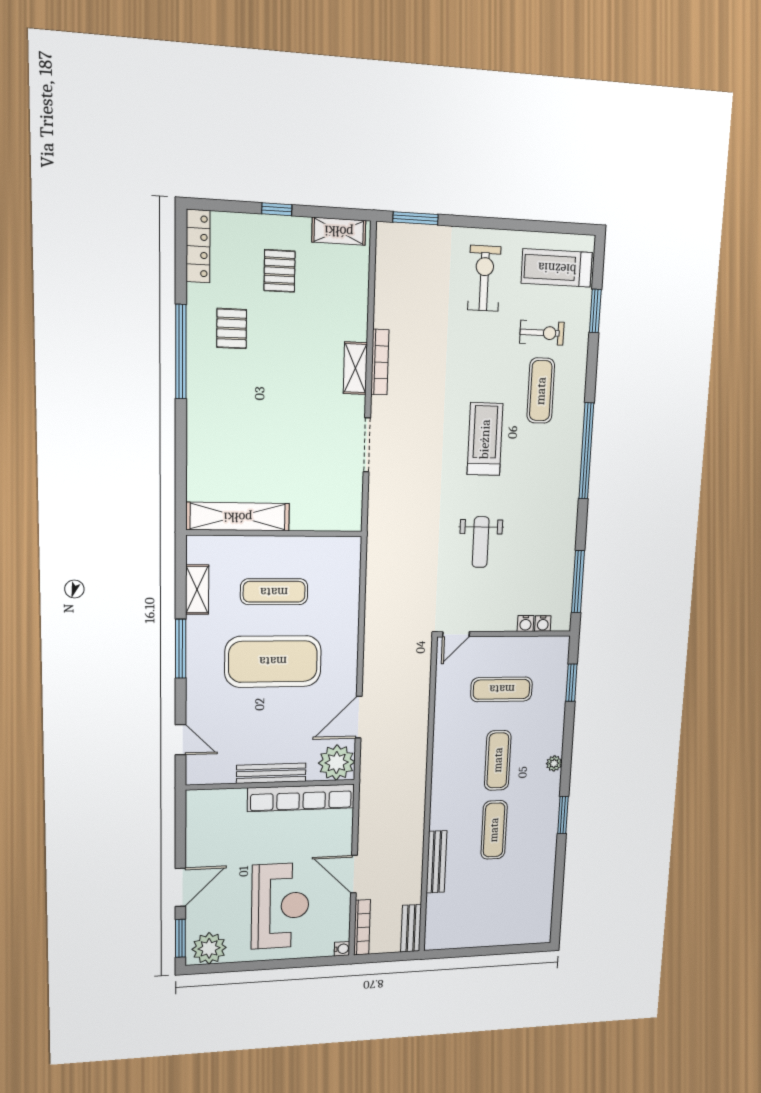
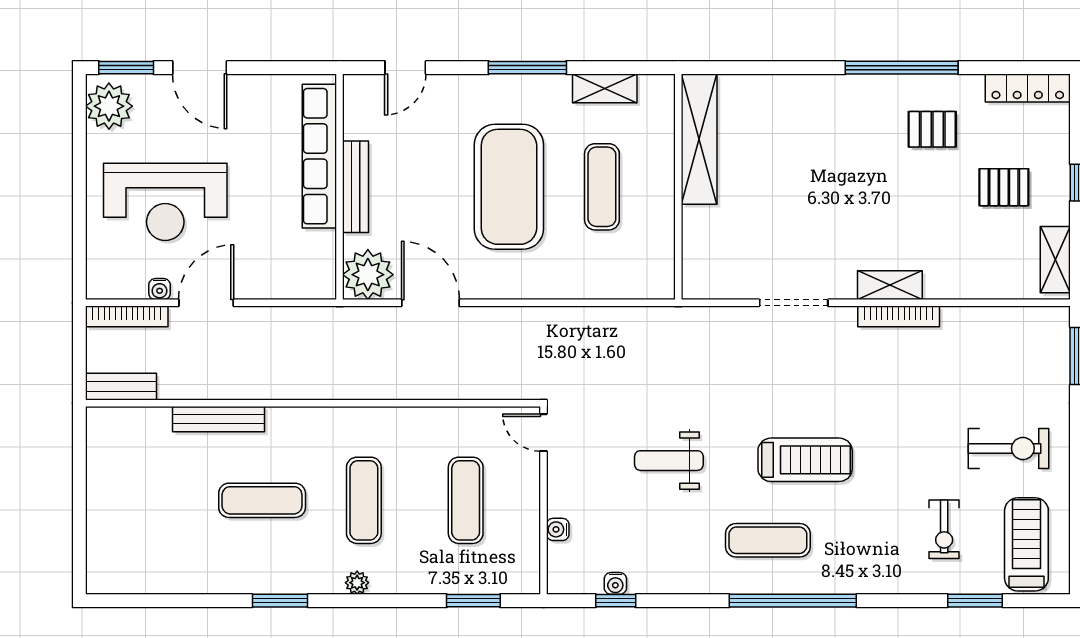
exercise mat: (541, 391) -> (768, 540), moved
window: (578, 582) -> (616, 601), width x0.46
water cooler: (543, 624) -> (615, 583), moved, turned -90
exercise mat: (498, 760) -> (364, 500), turned 90
row of seats: (301, 798) -> (319, 156), moved
water cooler: (342, 949) -> (160, 289), moved

